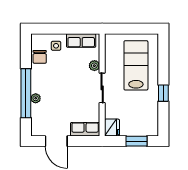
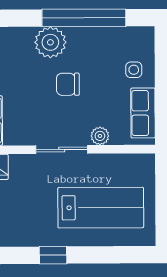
chair: (40, 57) -> (68, 84), moved
window: (26, 93) -> (84, 18), moved
plant: (36, 98) -> (50, 42), width x1.87, depth x1.87

